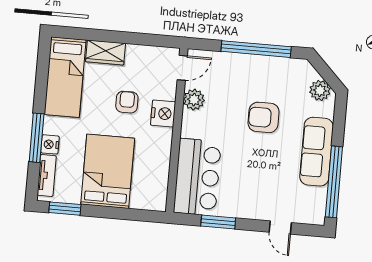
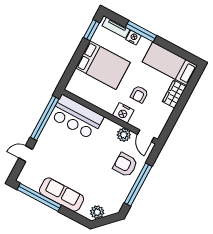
armchair: (127, 102) -> (139, 94), turned 90
armchair: (264, 117) -> (125, 165), moved, turned -90
window: (218, 222) -> (45, 118), width x2.11

